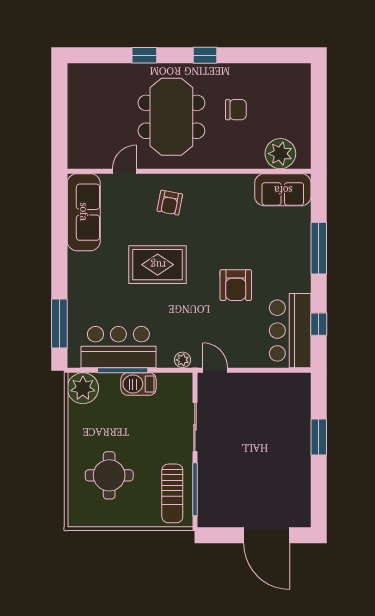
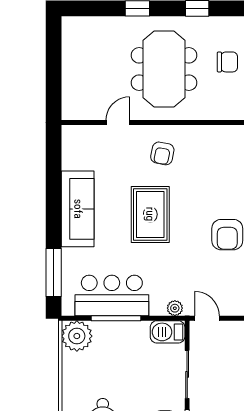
sofa: (84, 212) -> (78, 209), moved
rug: (158, 265) -> (150, 214), turned 90
barbecue: (138, 384) -> (168, 332), moved

